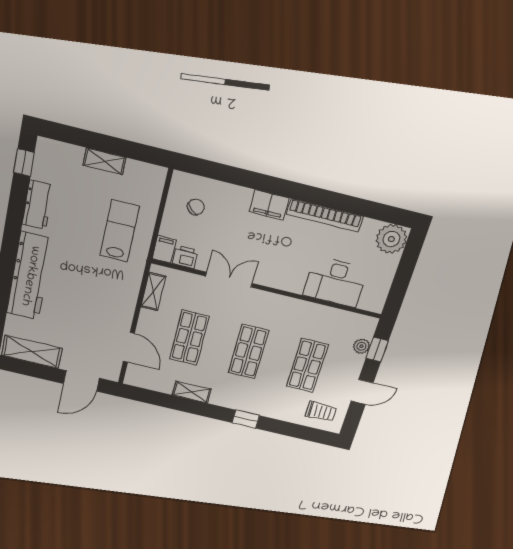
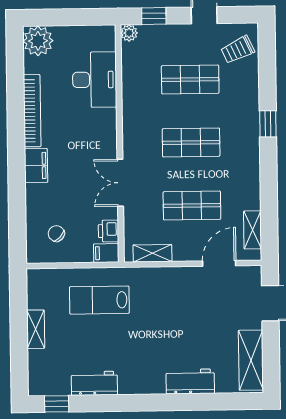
workbench: (30, 276) -> (190, 381), width x0.53, depth x0.76
plant: (361, 346) -> (129, 33), moved
shelving: (192, 392) -> (253, 230), moved
trolley: (321, 411) -> (238, 50), turned -115

